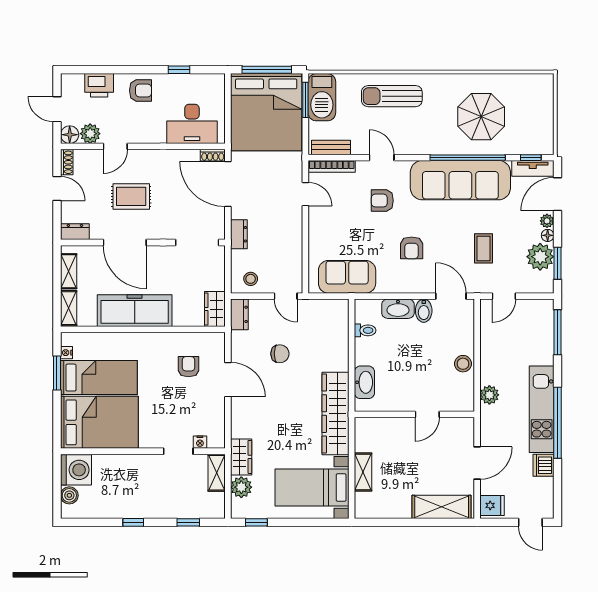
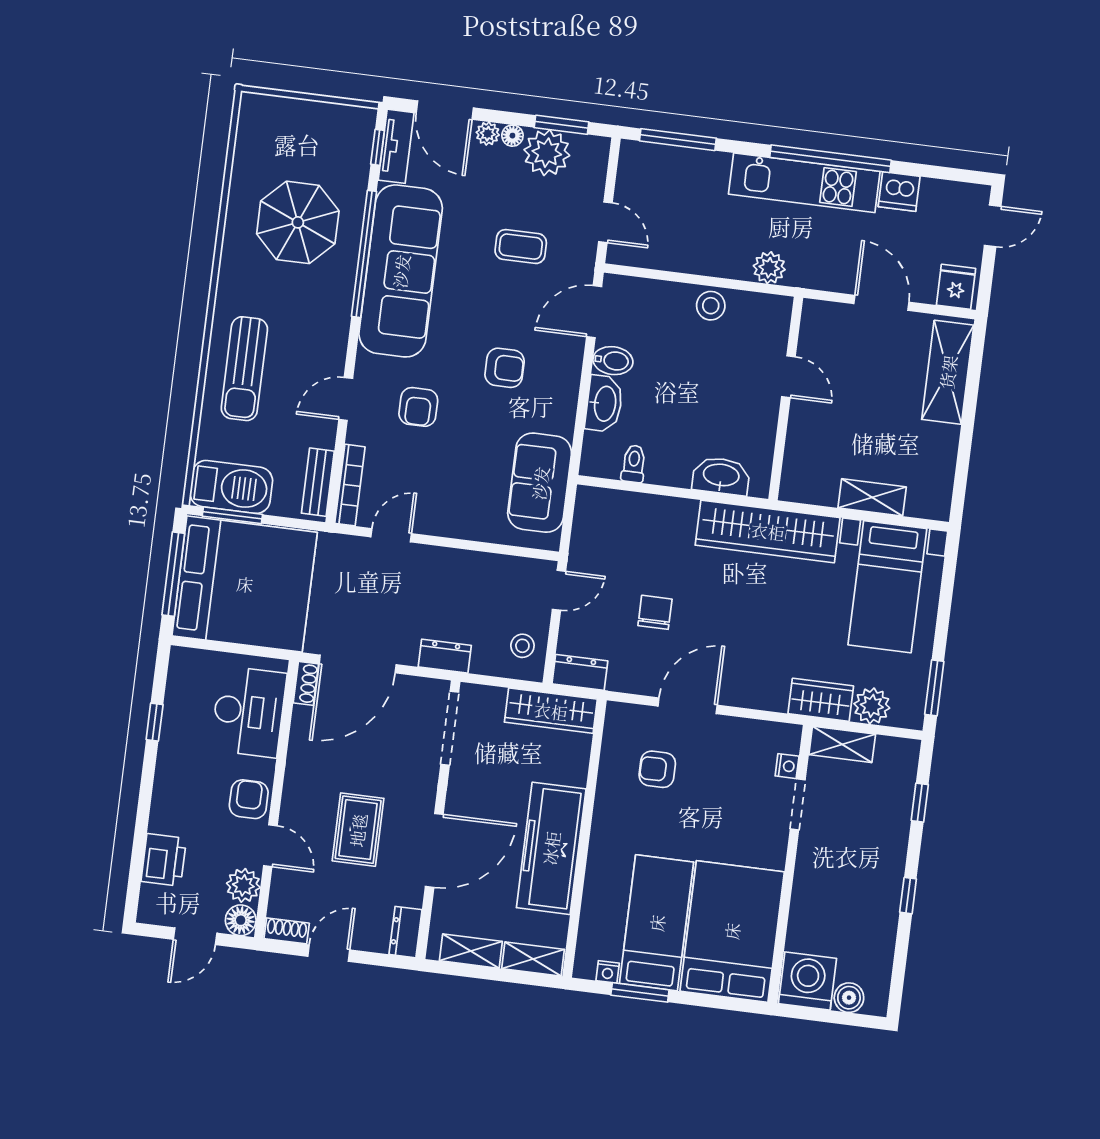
armchair: (140, 91) -> (249, 799), moved
wardrobe: (215, 309) -> (551, 711), width x1.50
window: (256, 522) -> (934, 688), width x1.50

